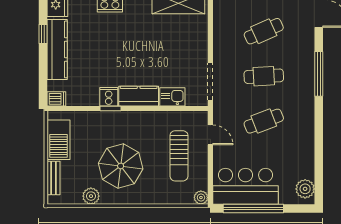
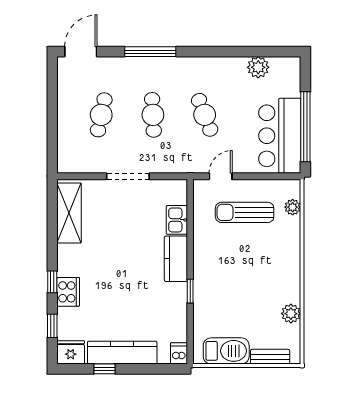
cafe table: (264, 31) -> (101, 115), turned 36
doorway: (210, 82) -> (128, 176), moved
cooker: (109, 97) -> (177, 293), removed
sun lounger: (179, 156) -> (245, 212), turned 180
parasol: (121, 166) -> (256, 280), removed
plant: (305, 189) -> (258, 67), moved
plant: (201, 198) -> (293, 207), moved

